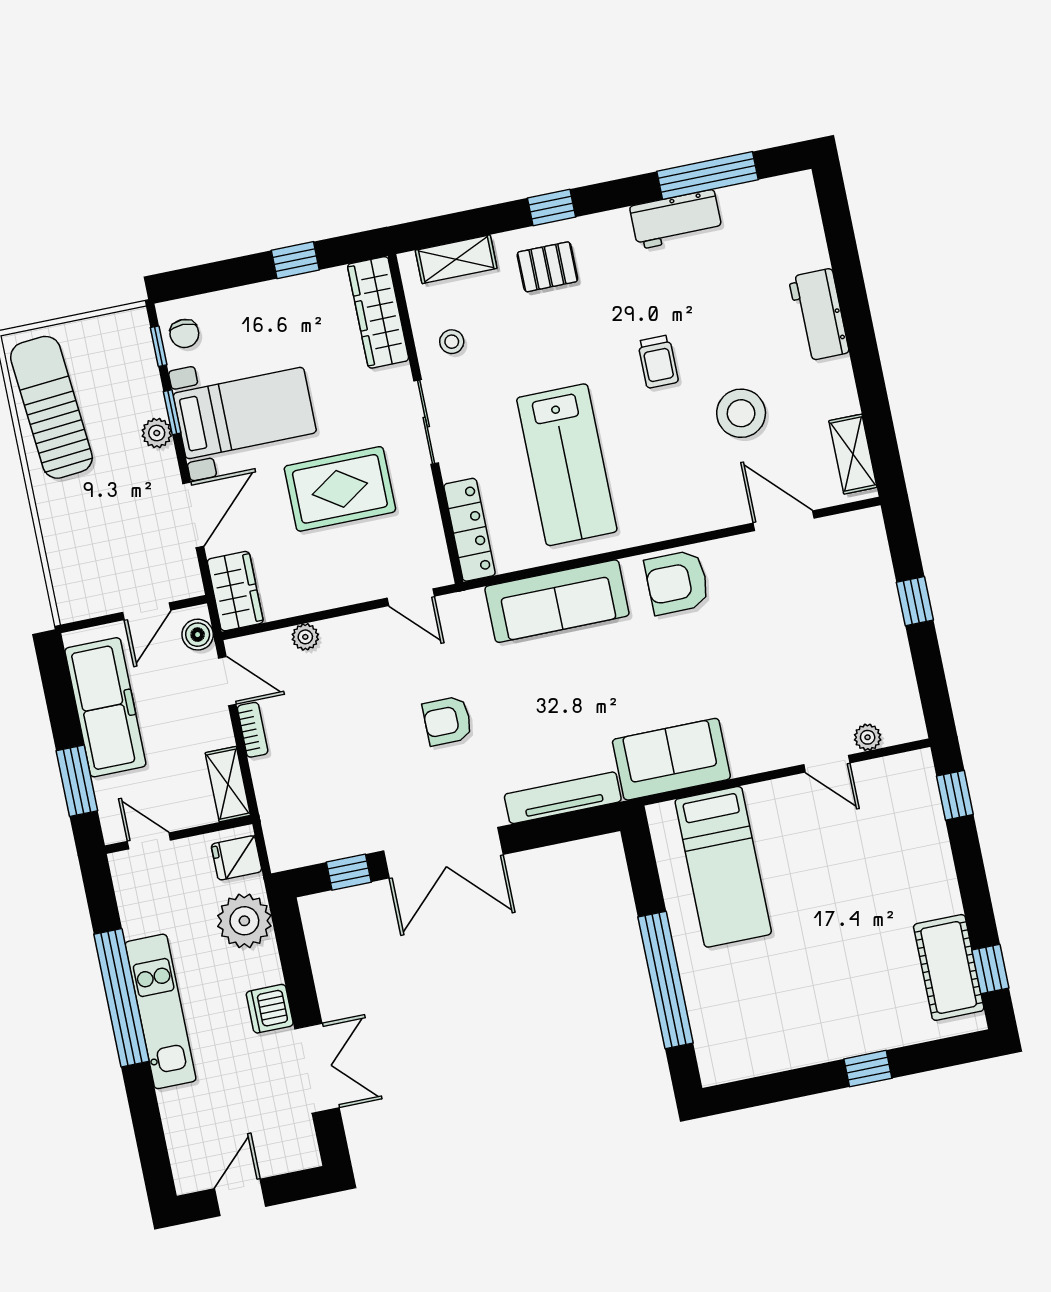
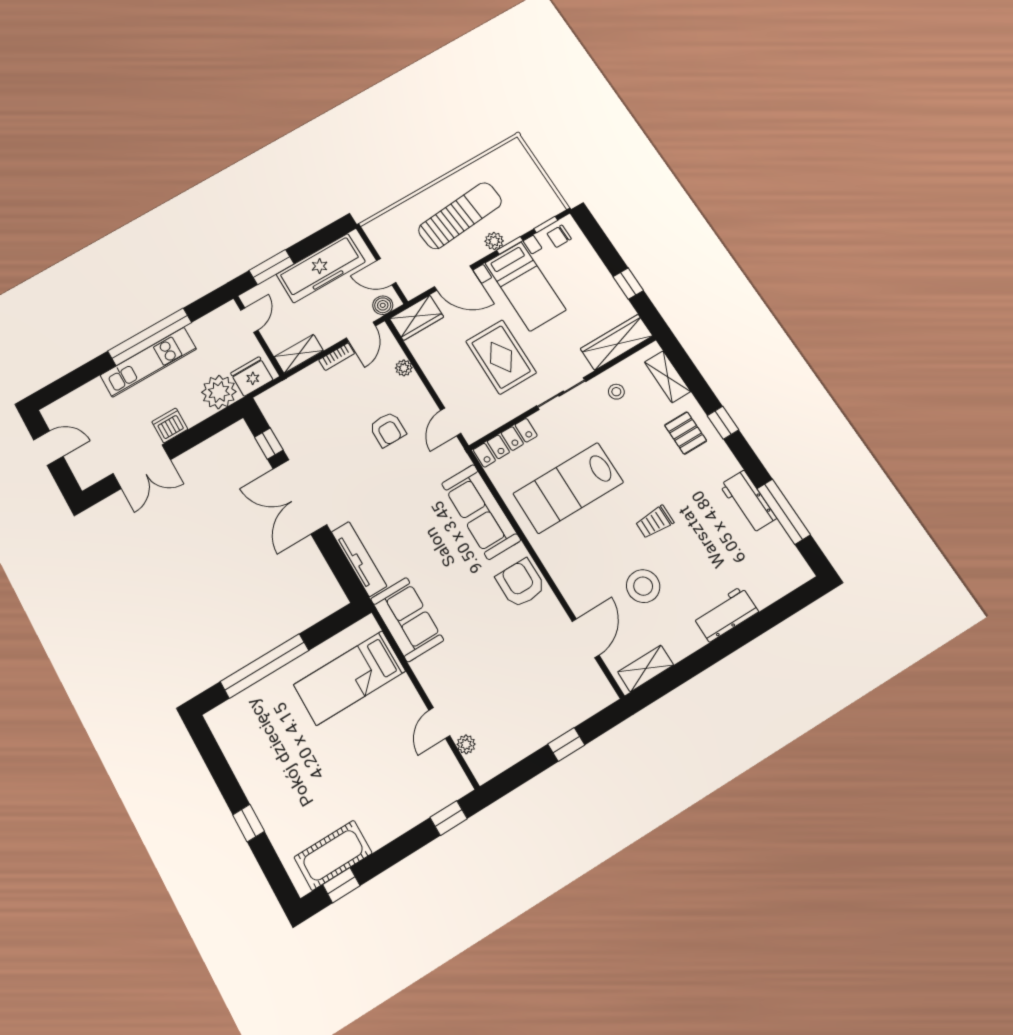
sun lounger: (51, 407) -> (460, 216), moved
armchair: (447, 721) -> (388, 429), moved, turned 180
fridge: (236, 858) -> (252, 376), width x1.38

